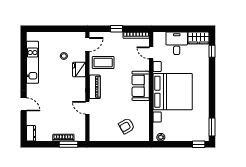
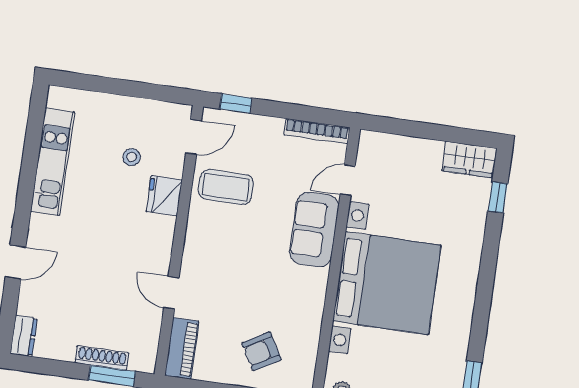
window: (116, 29) -> (236, 104), moved
desk: (177, 43) -> (414, 165), removed
door: (151, 53) -> (348, 180), hinge flipped
sofa: (141, 86) -> (314, 229), moved
piano: (95, 87) -> (182, 348), moved
door: (24, 104) -> (16, 262), hinge flipped

